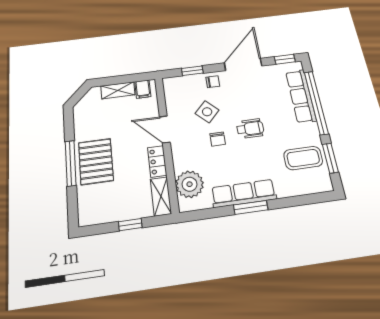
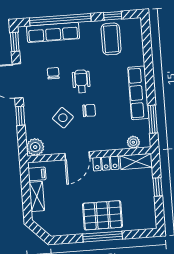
window: (192, 71) -> (20, 116), moved
chair: (213, 82) -> (53, 73), moved
plant: (173, 86) -> (35, 147), added
window: (330, 158) -> (113, 16), width x0.67
plant: (190, 184) -> (133, 142), width x0.53, depth x0.53
window: (251, 207) -> (153, 119), moved

